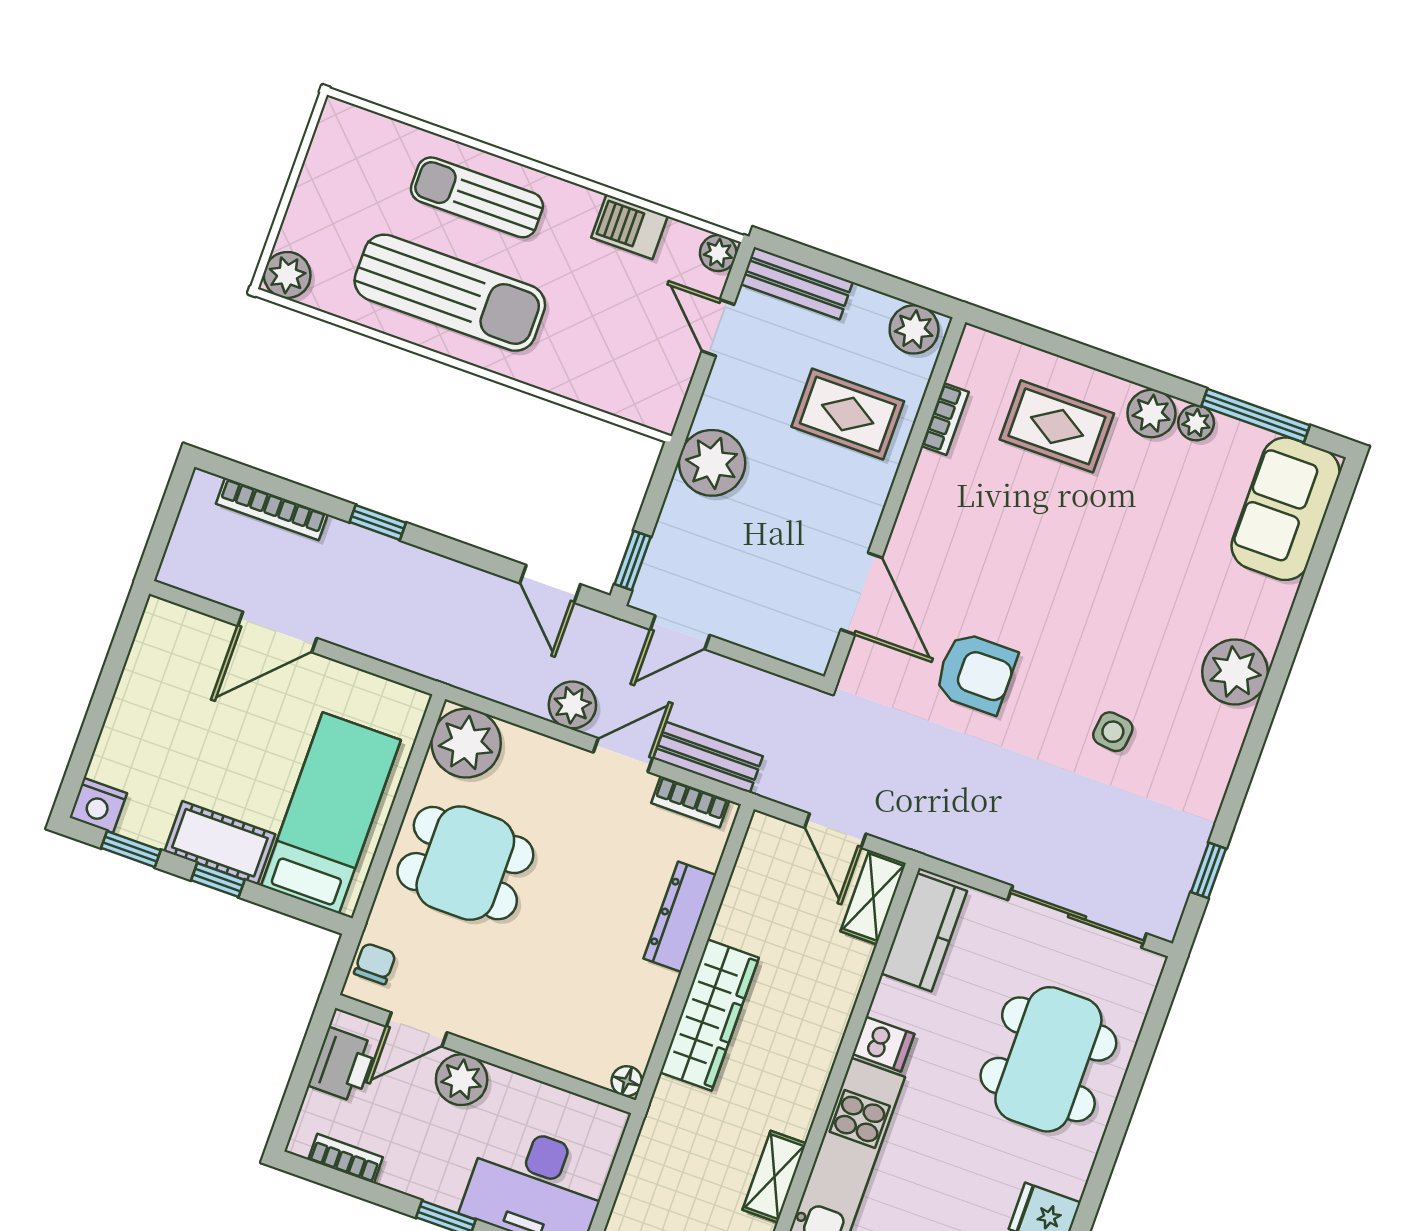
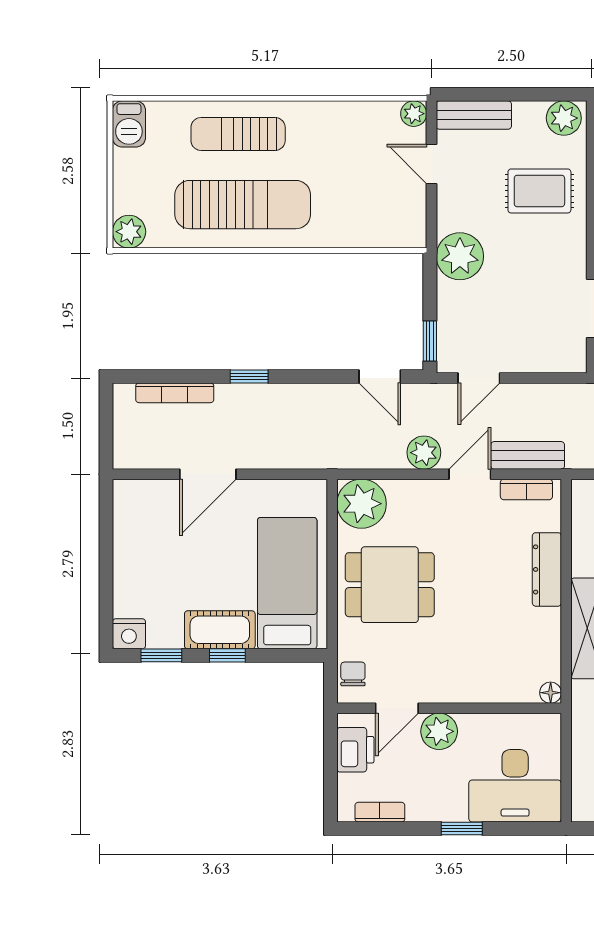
barbecue: (630, 227) -> (129, 124), moved, turned -90

